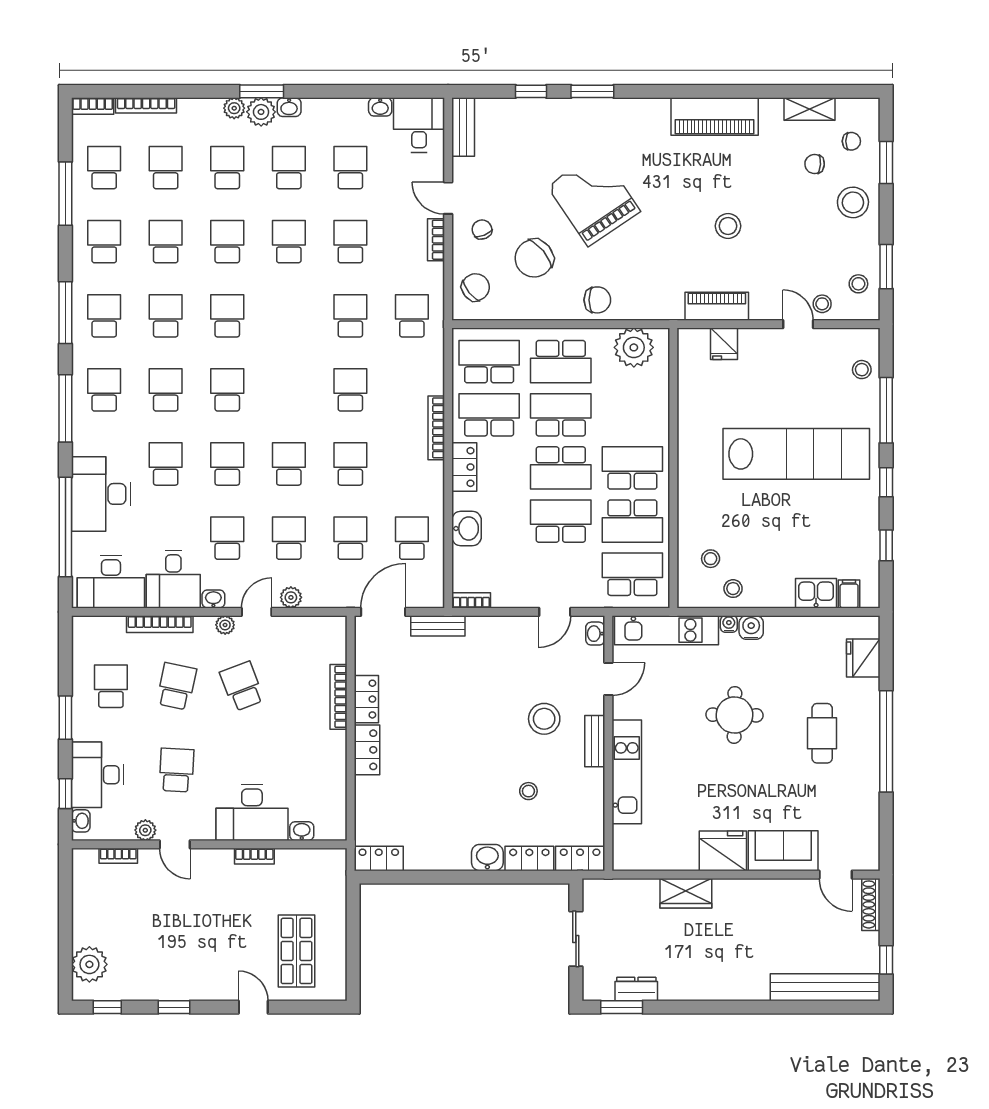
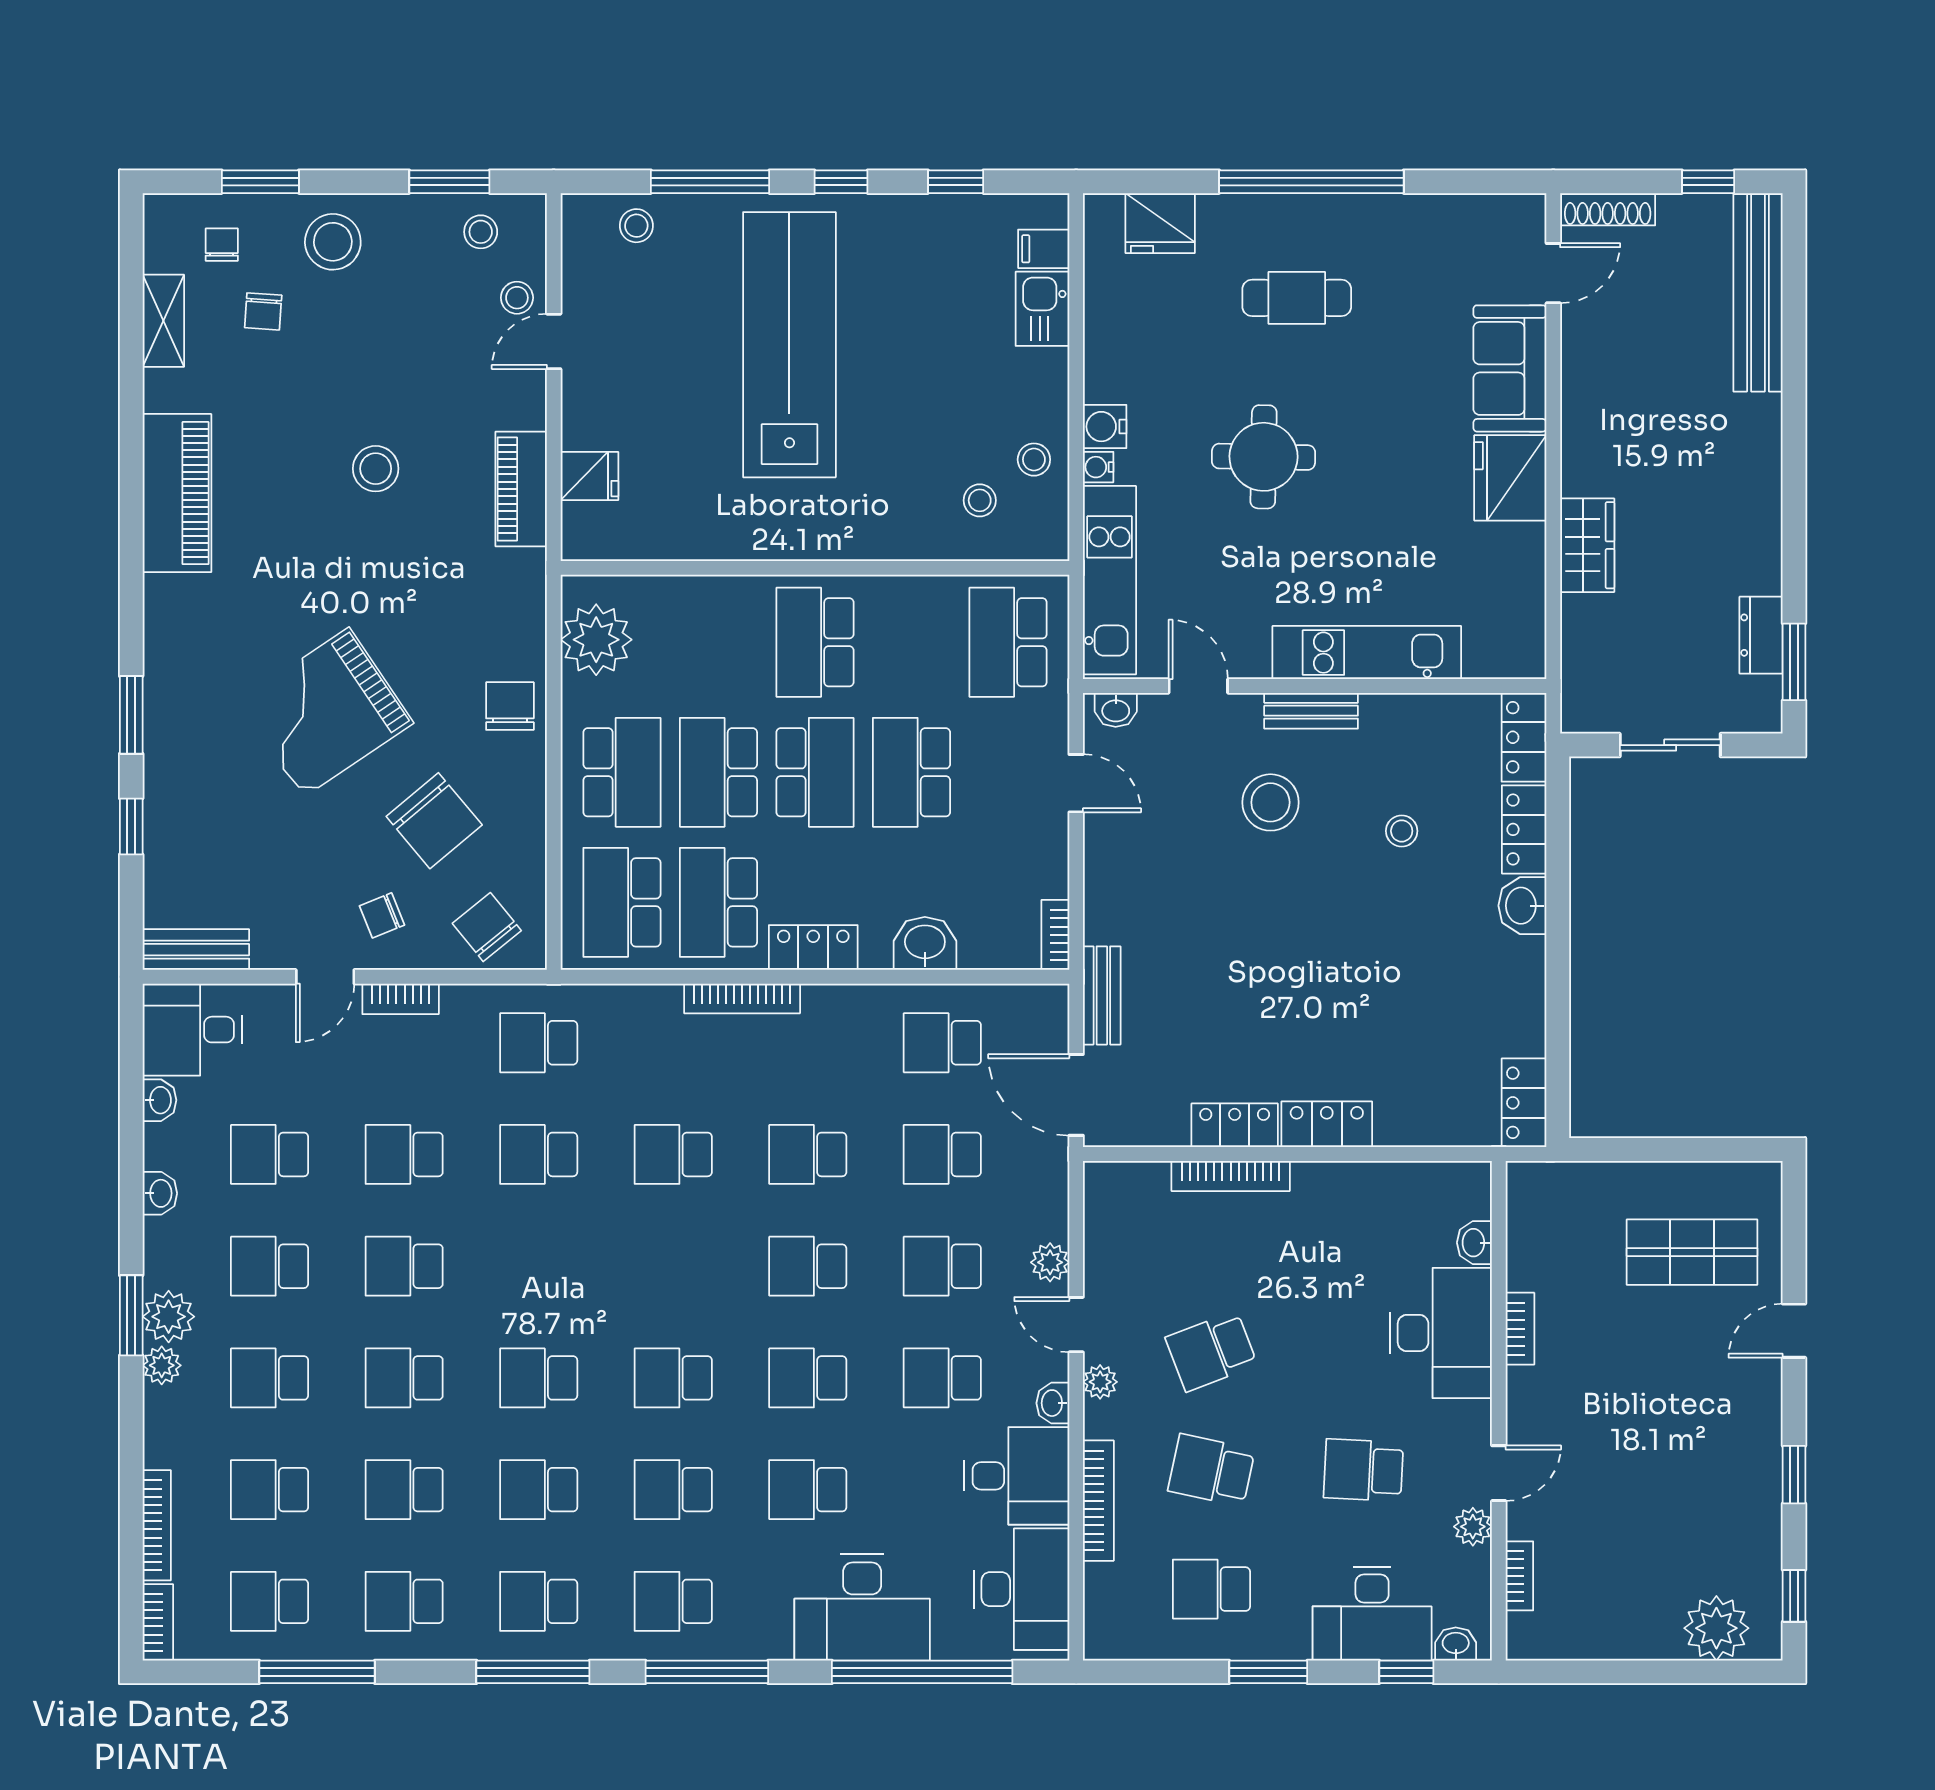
washbasin: (289, 107) -> (160, 1193), moved
school desk: (632, 521) -> (911, 642), removed

